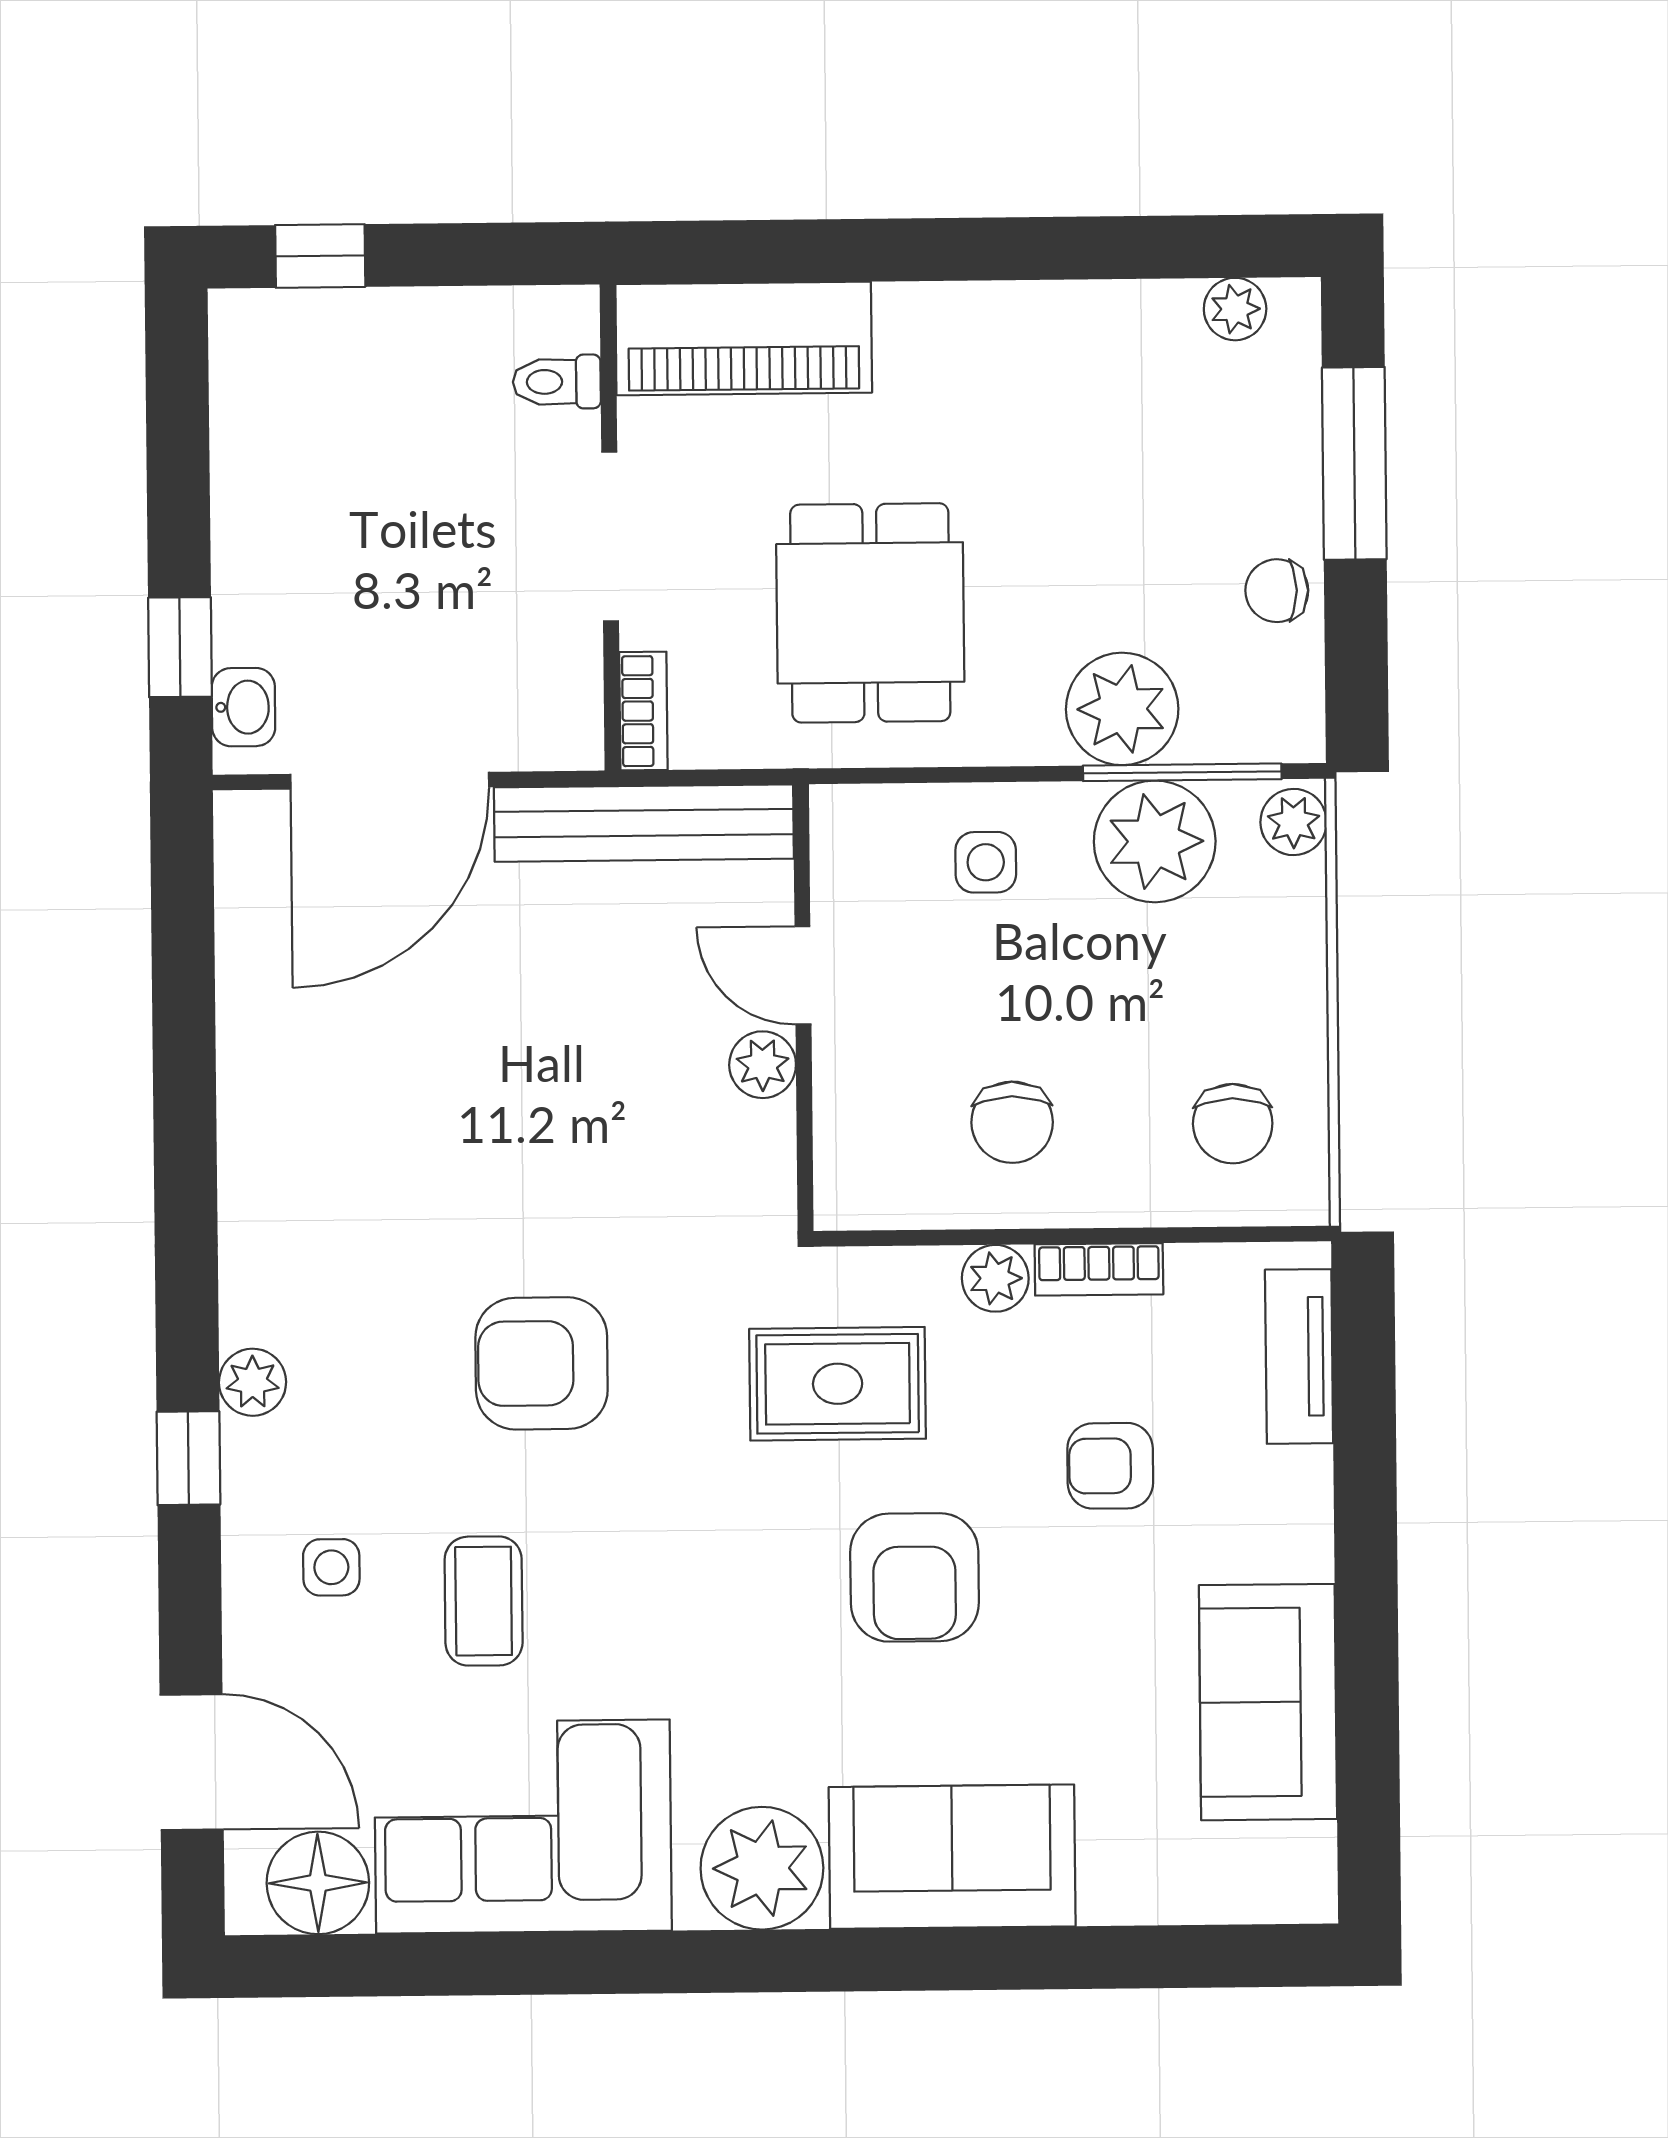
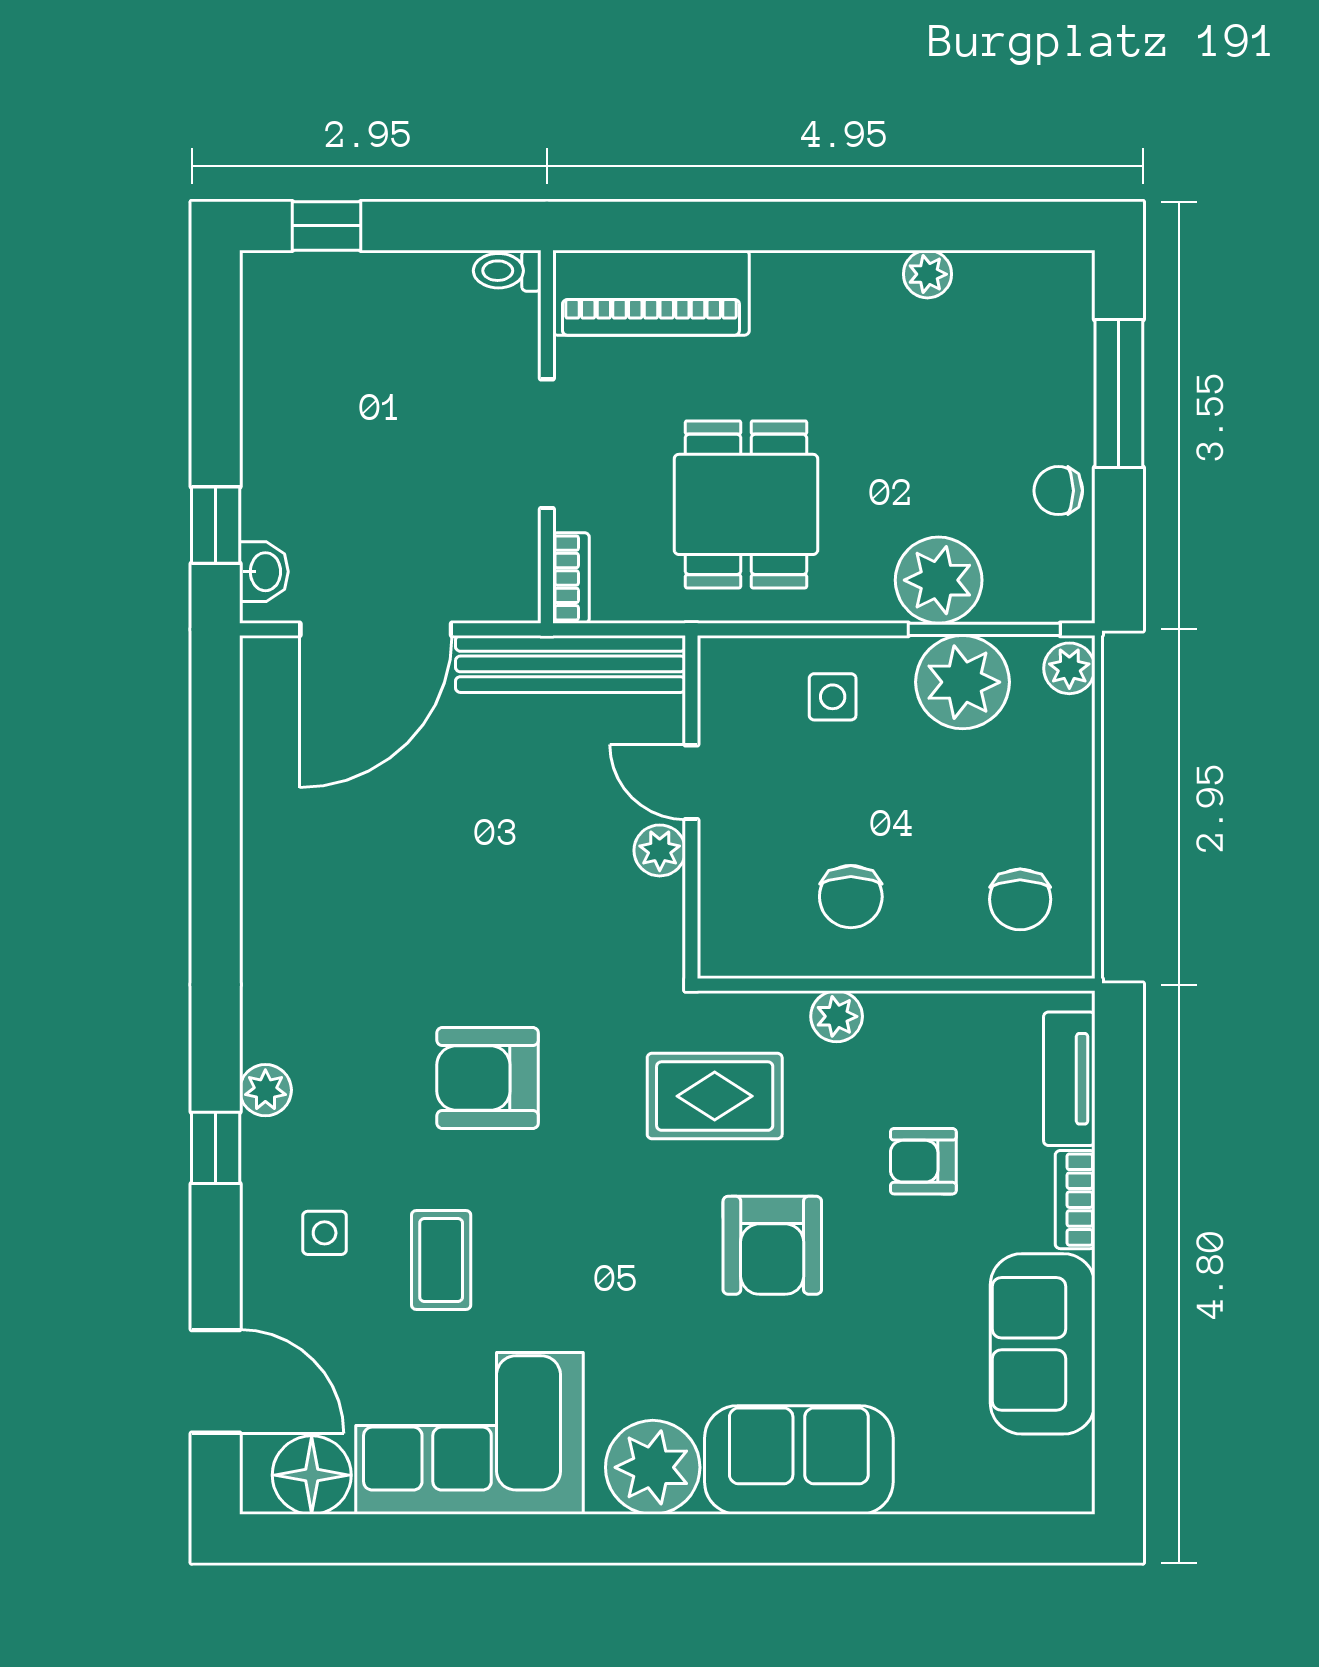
plant: (1235, 309) -> (927, 274), moved
toilet: (557, 382) -> (507, 271), moved
bookcase: (1099, 1269) -> (1075, 1200), moved, turned 90

